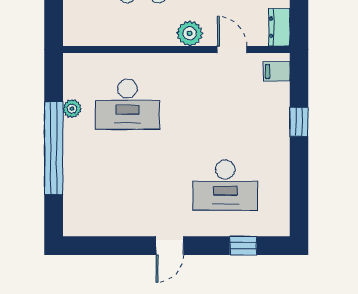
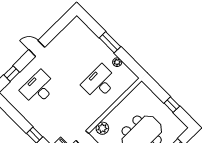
window: (54, 148) -> (110, 42), width x0.47
door: (170, 246) -> (37, 48), hinge flipped

